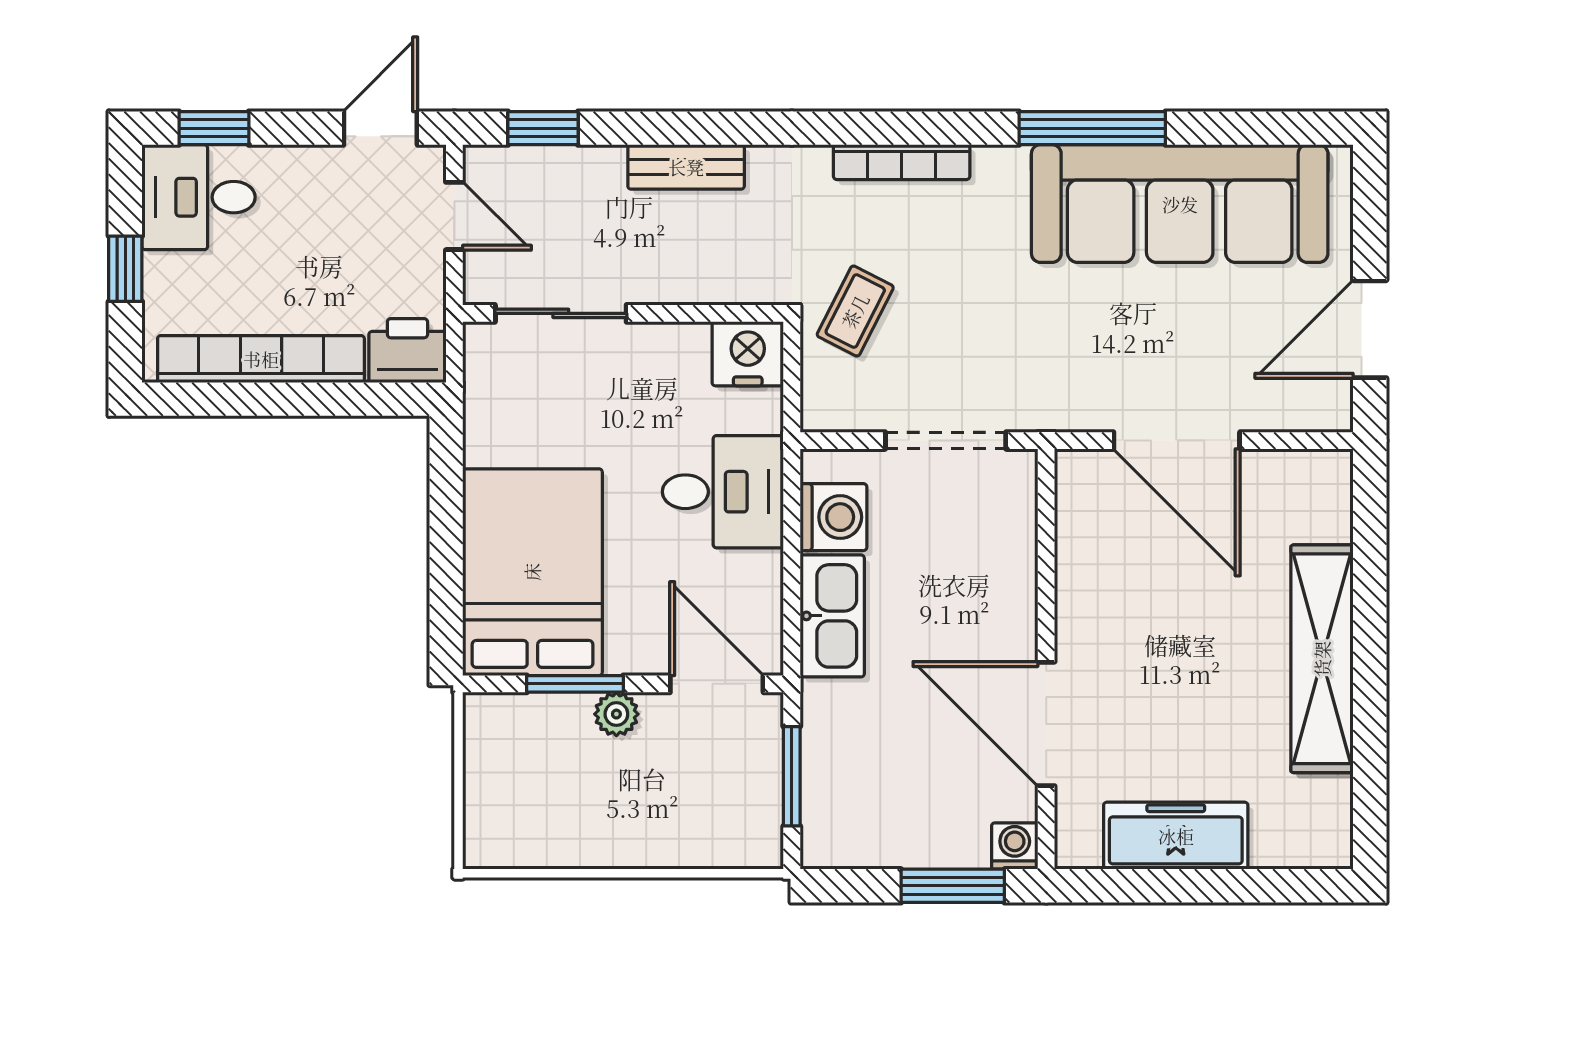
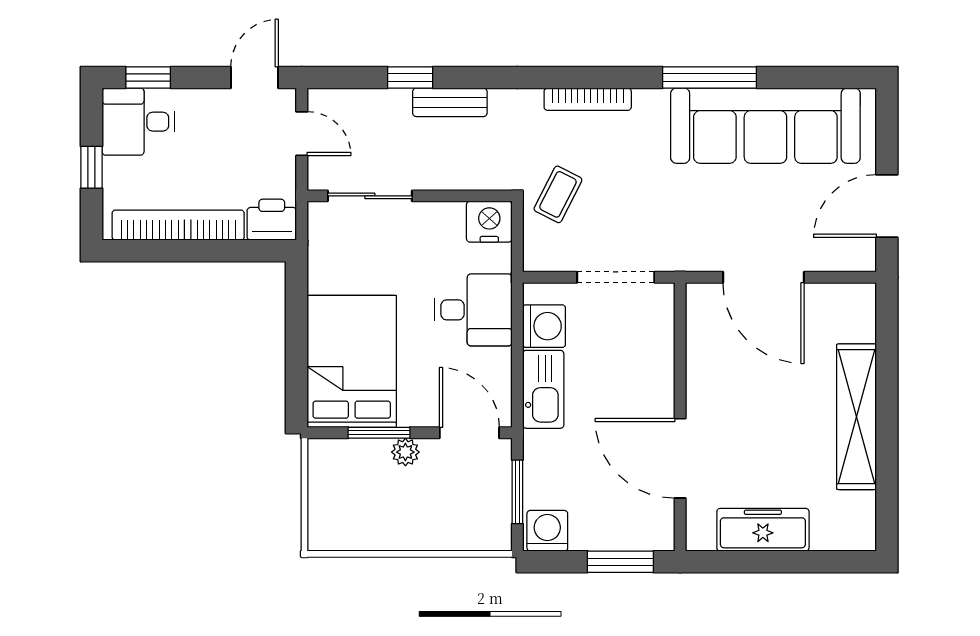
window: (543, 128) -> (410, 77), moved
washing machine: (1015, 846) -> (547, 531), moved, width x1.38, depth x1.38

